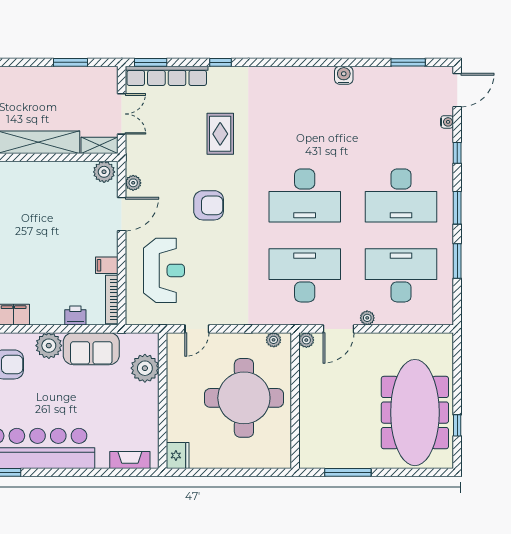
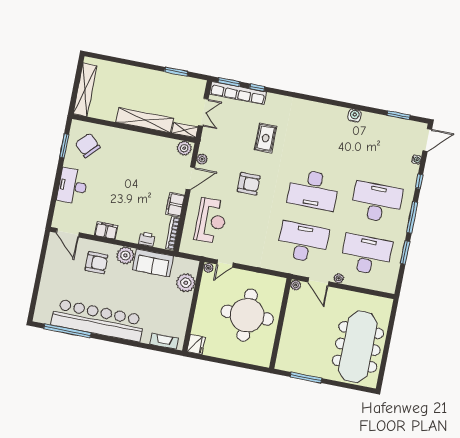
window: (221, 62) -> (257, 88), moved
desk: (401, 196) -> (377, 202), turned 180
window: (457, 208) -> (412, 217), width x1.44
filing cabinet: (107, 265) -> (175, 205), width x2.00
door: (339, 329) -> (318, 282), hinge flipped
plant: (274, 340) -> (208, 268), moved
window: (457, 425) -> (384, 361), removed

